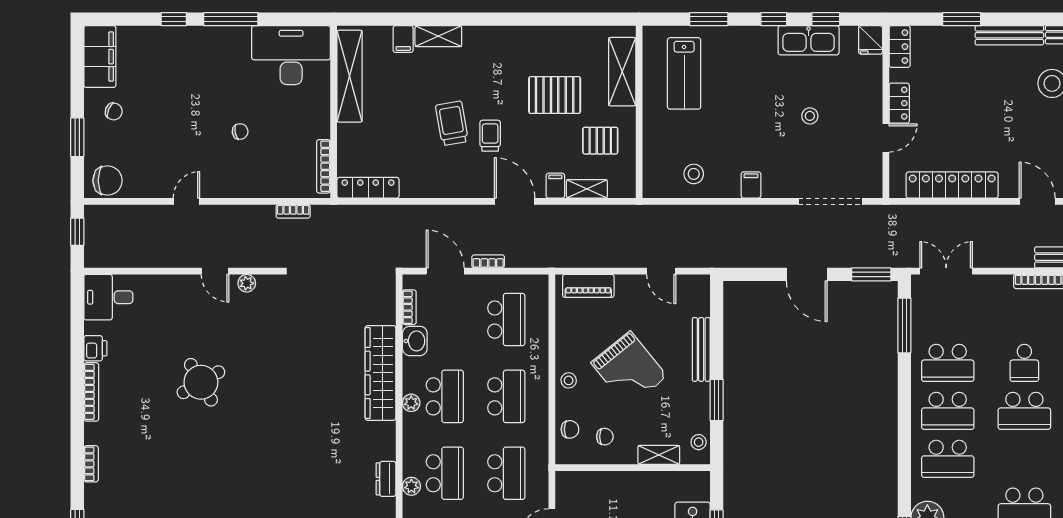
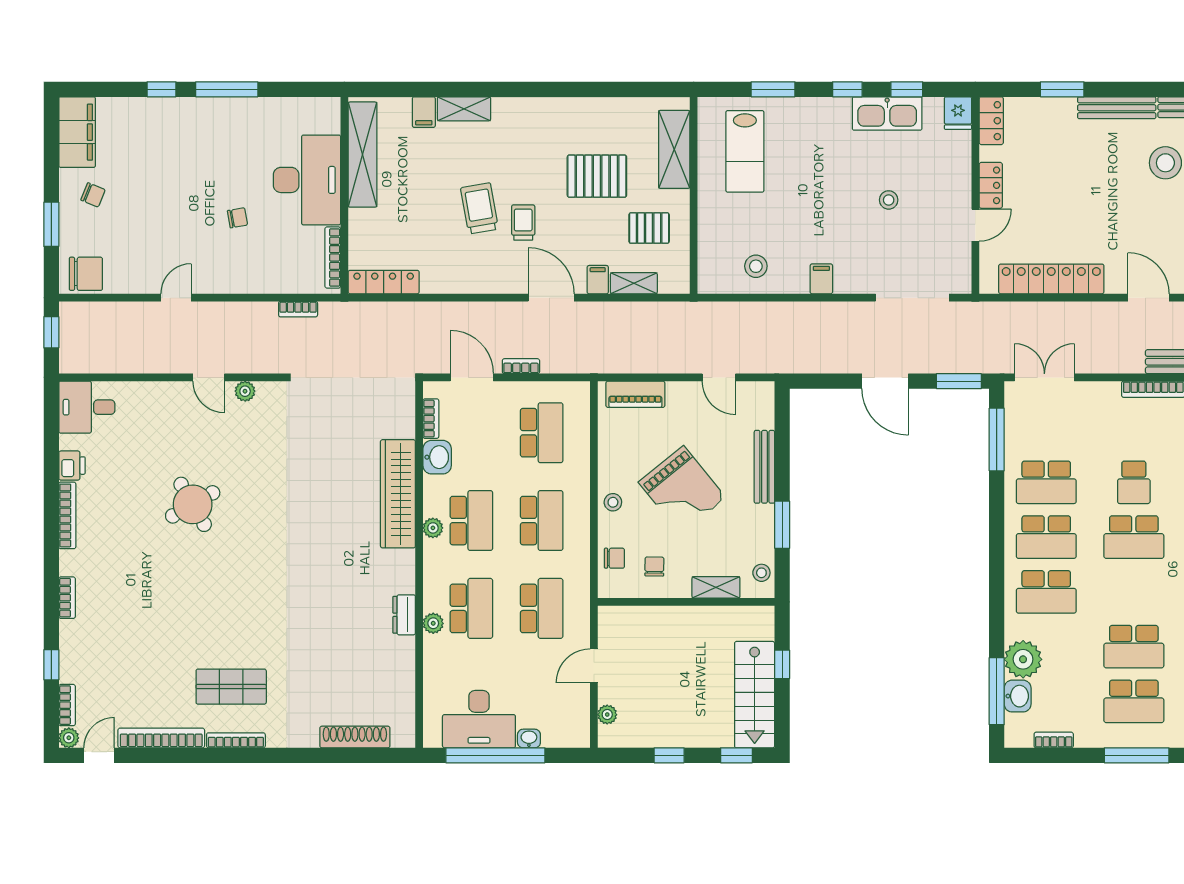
desk: (291, 55) -> (307, 180), moved, turned 90
chair: (605, 437) -> (654, 567), turned -89

